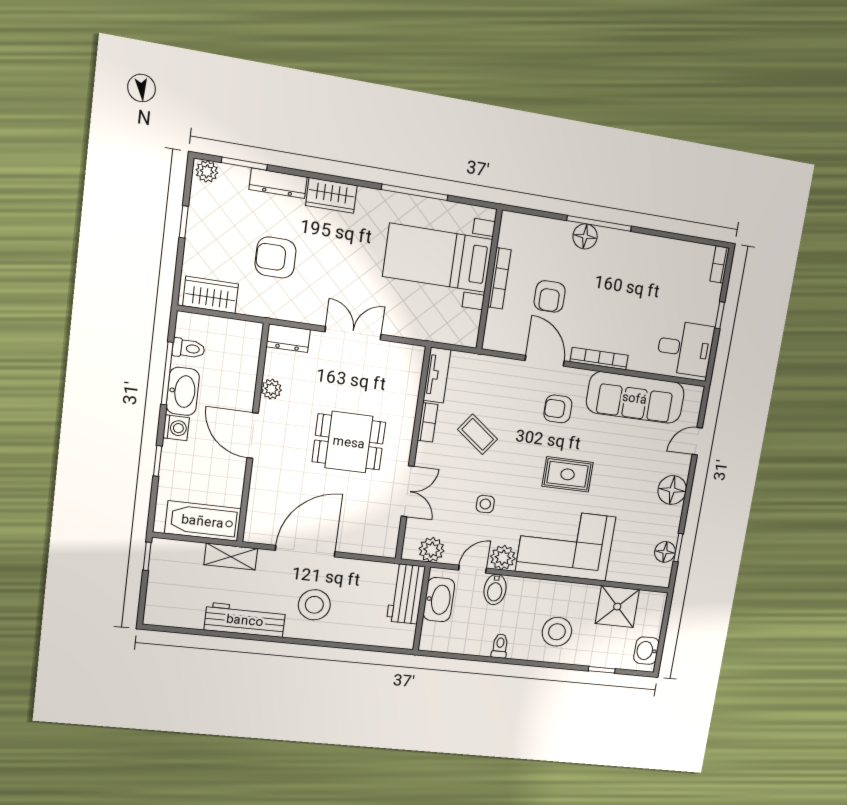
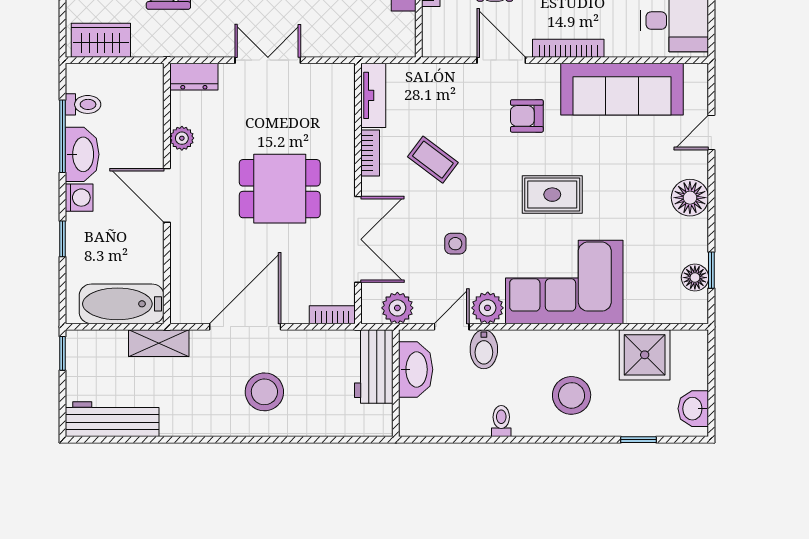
double door: (408, 491) -> (358, 239), width x1.37
bookcase: (378, 549) -> (332, 315), added
workbench: (245, 620) -> (112, 419), moved

